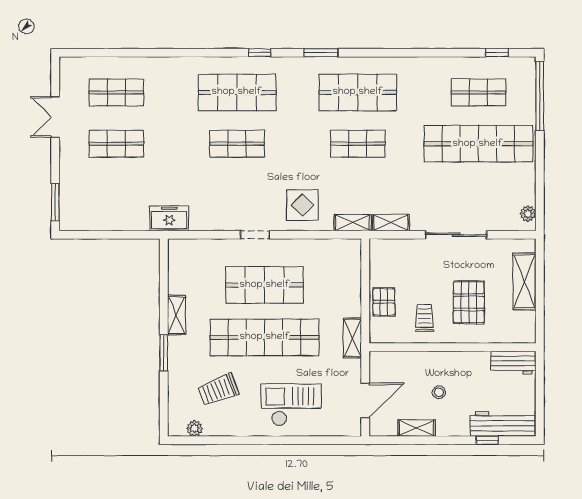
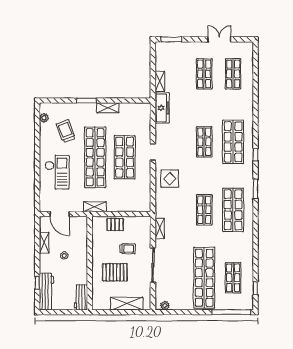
freezer: (169, 218) -> (162, 108), width x1.40
shelving: (353, 223) -> (160, 81), moved
trolley: (424, 318) -> (128, 249), moved

